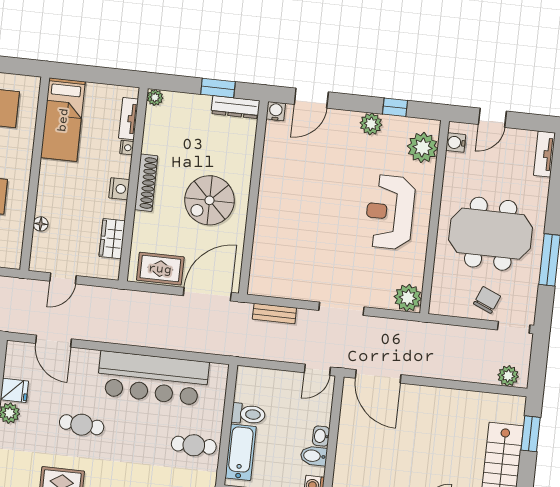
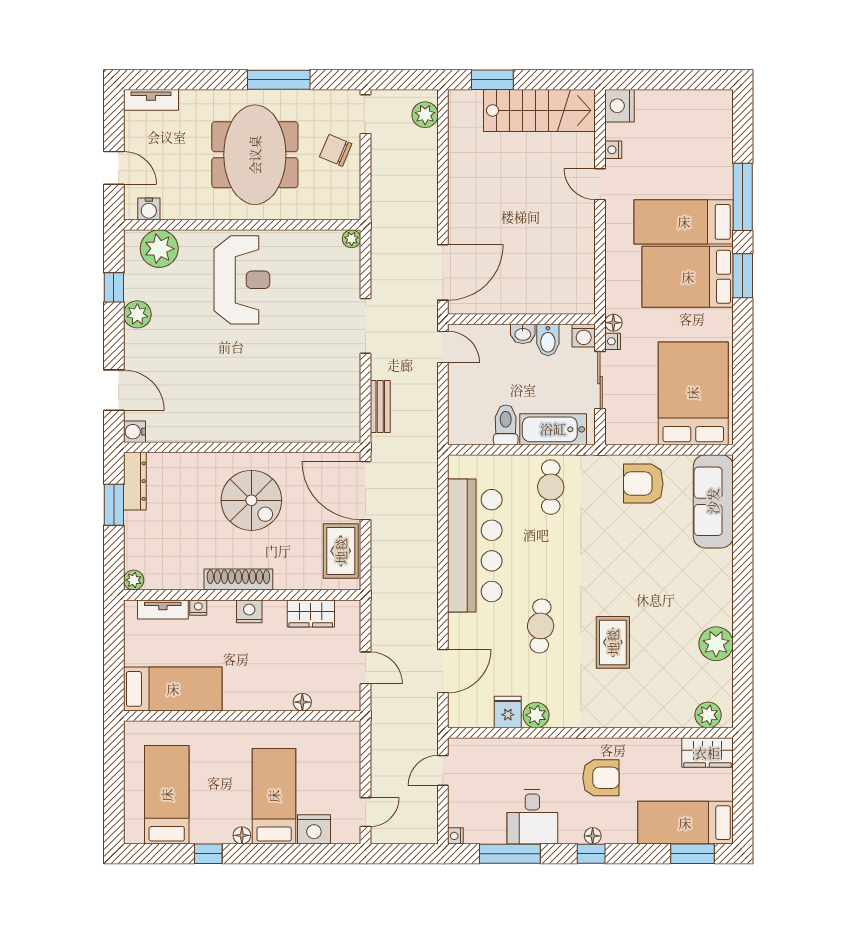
reception desk: (390, 212) -> (242, 280), turned -90
plant: (408, 298) -> (352, 239), width x0.53, depth x0.53

